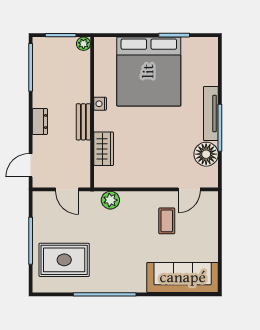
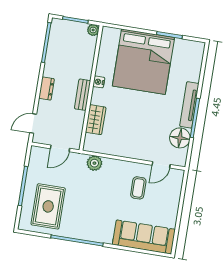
door: (67, 189) -> (60, 148), hinge flipped
rug: (64, 260) -> (48, 206), turned 90

